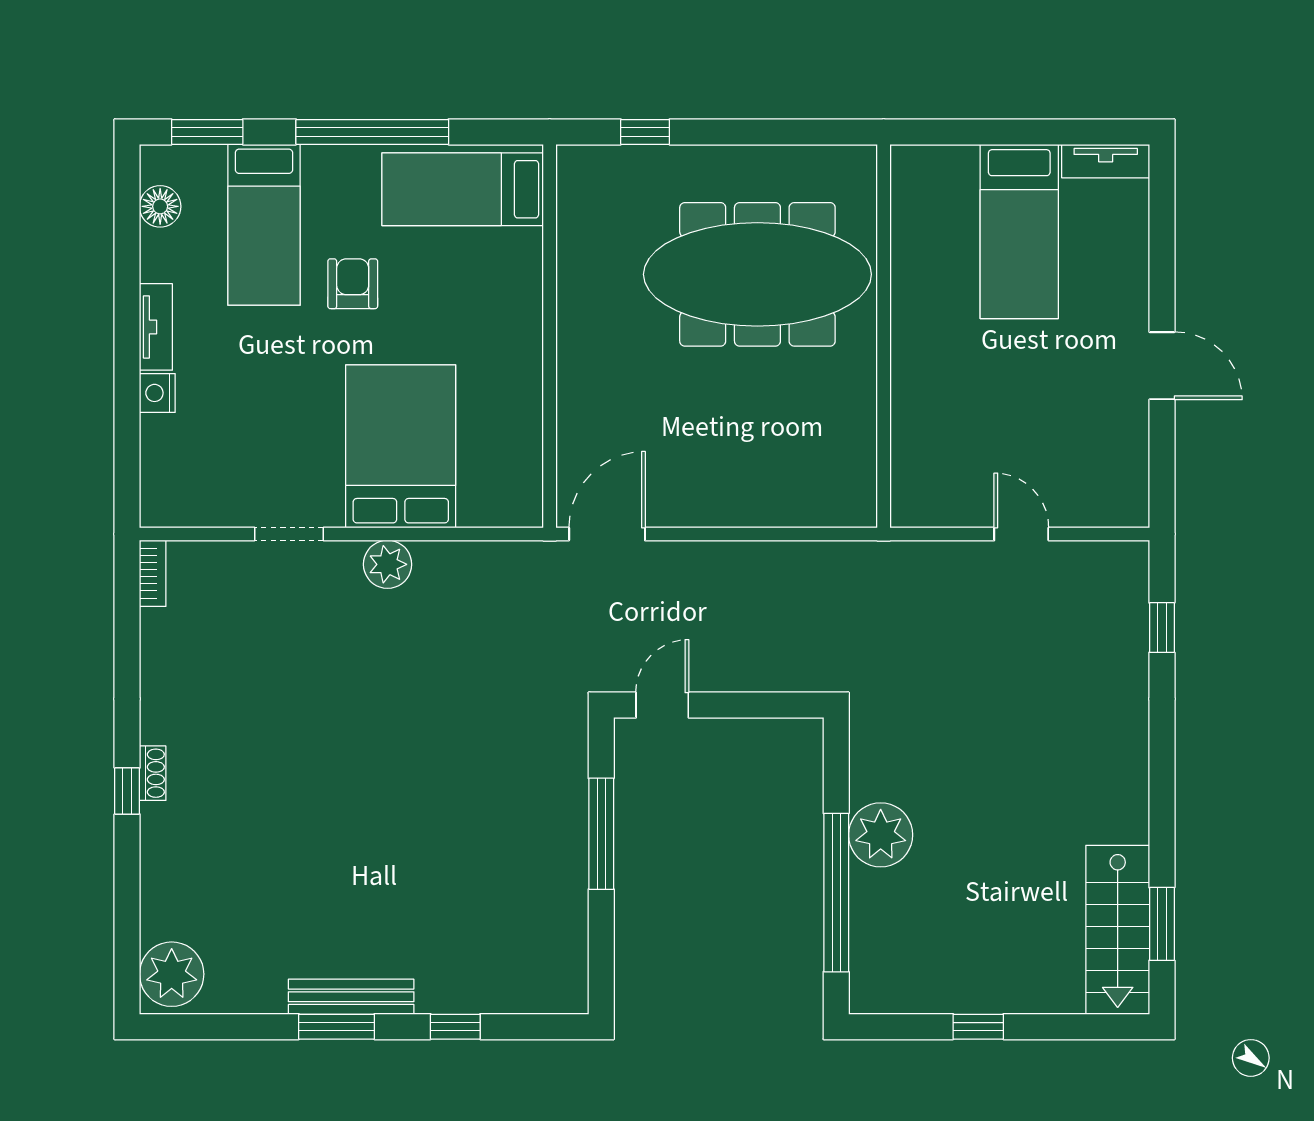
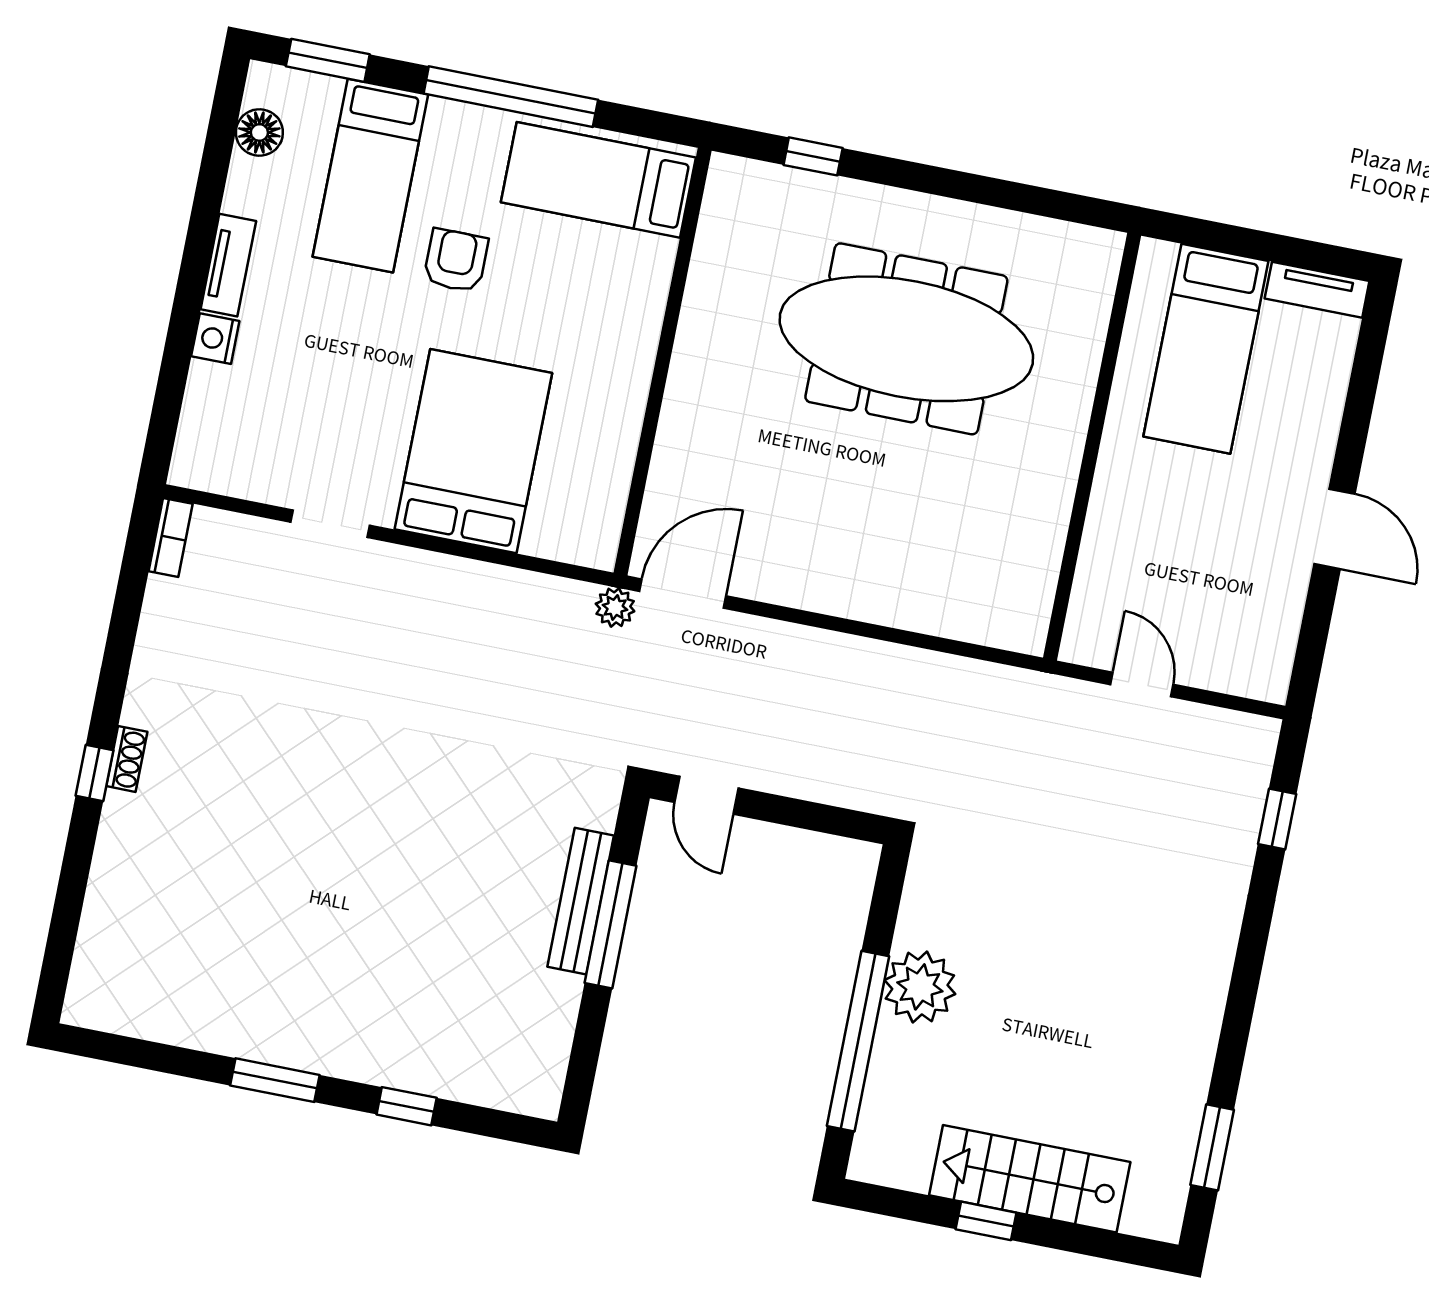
wall: (884, 336) -> (1092, 447), moved
plant: (388, 564) -> (615, 607), moved, width x0.73, depth x0.73
door: (662, 705) -> (706, 795), swing flipped
stairs: (1118, 930) -> (1030, 1179), moved, turned 90
plant: (172, 974) -> (104, 986), removed
bench: (351, 997) -> (581, 901), moved, turned 90

